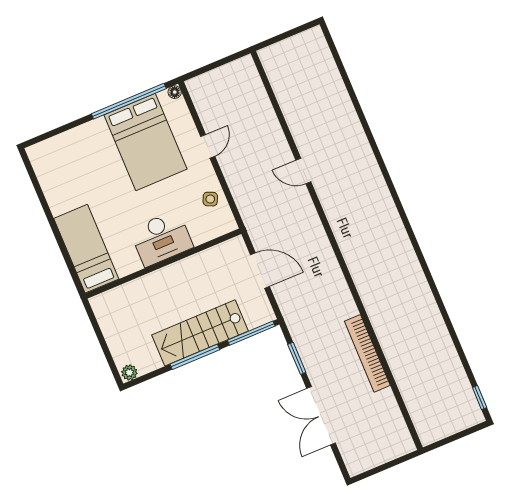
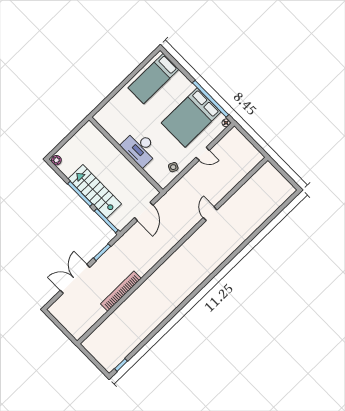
bed: (86, 249) -> (153, 79), moved, turned 180

